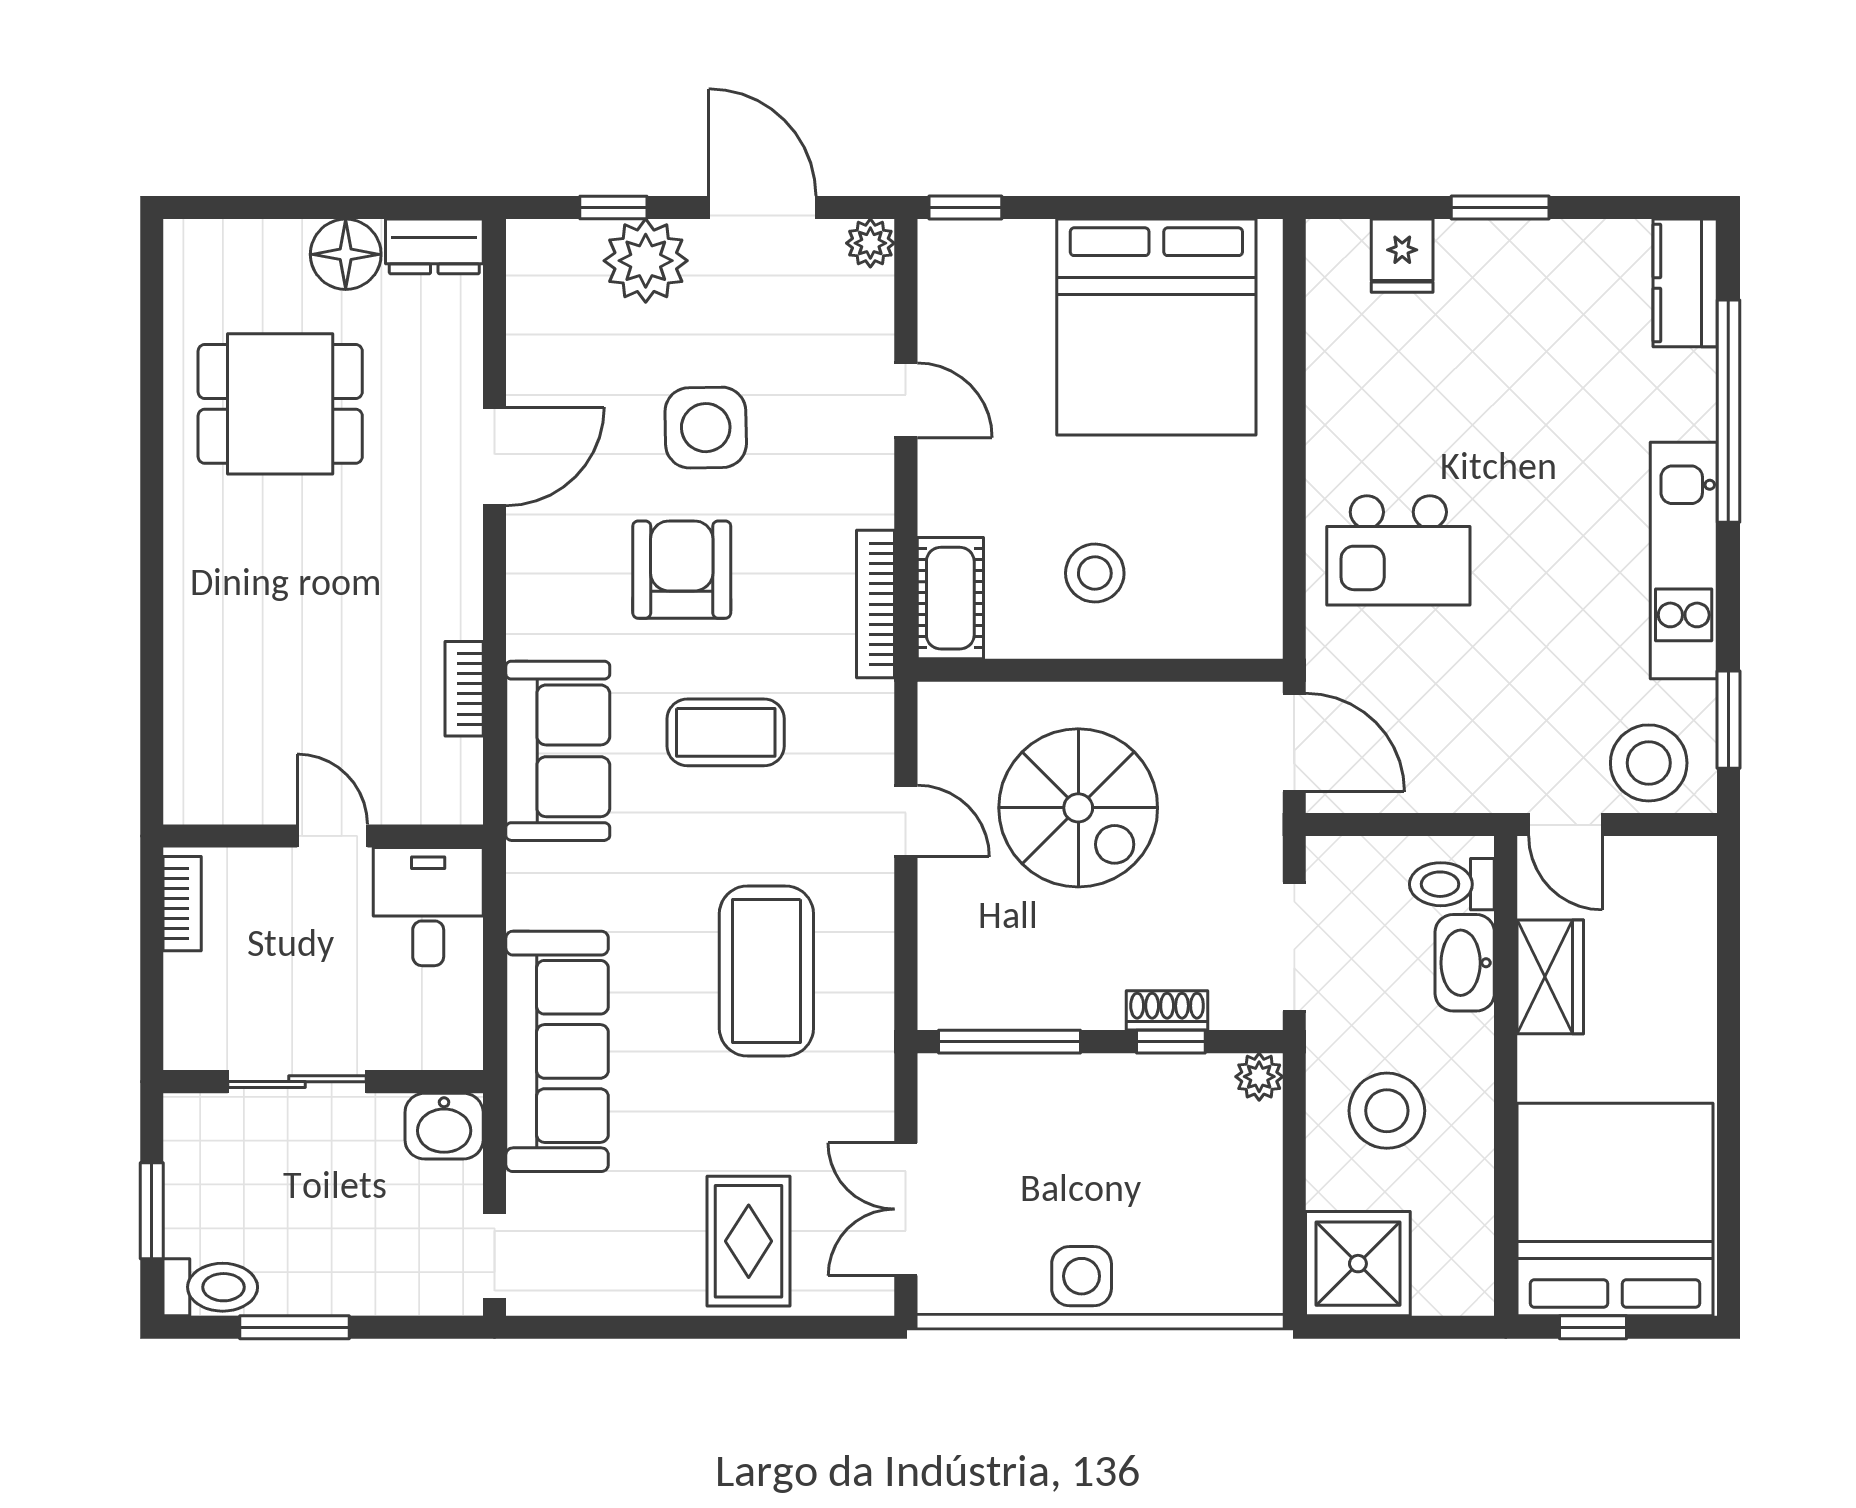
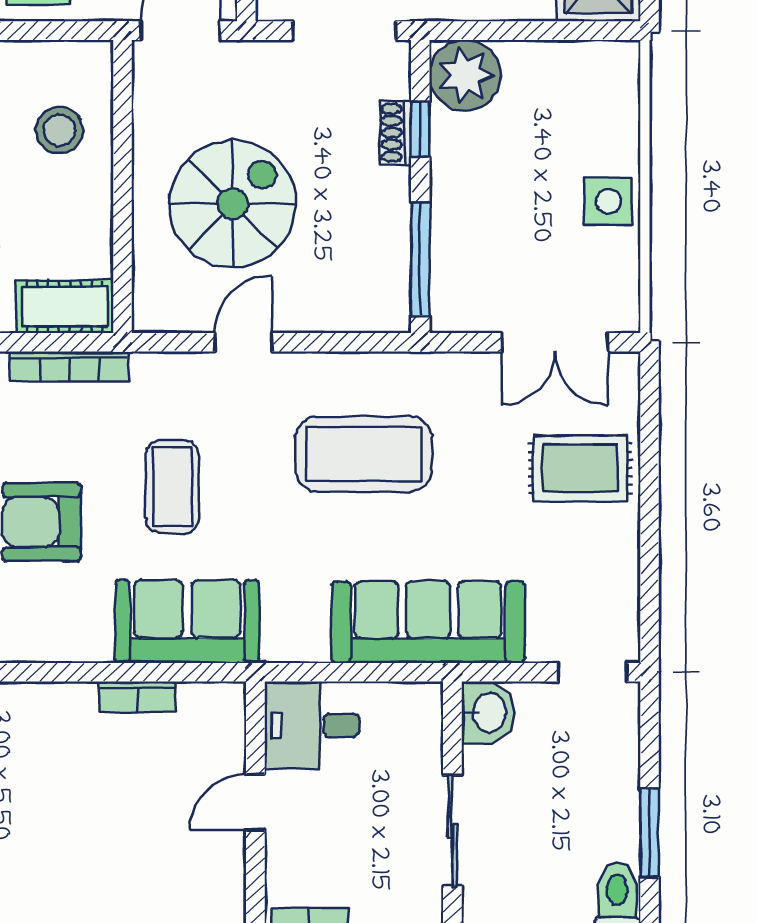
stool: (1095, 573) -> (59, 130), moved
plant: (1259, 1077) -> (465, 75), width x1.88, depth x1.88

